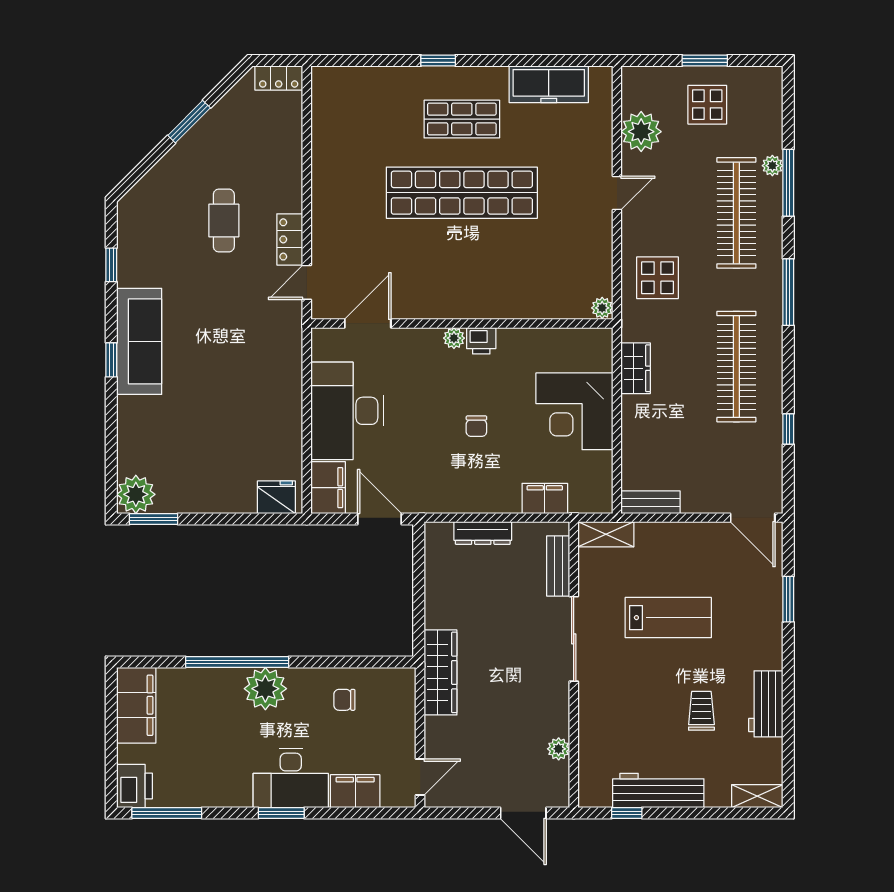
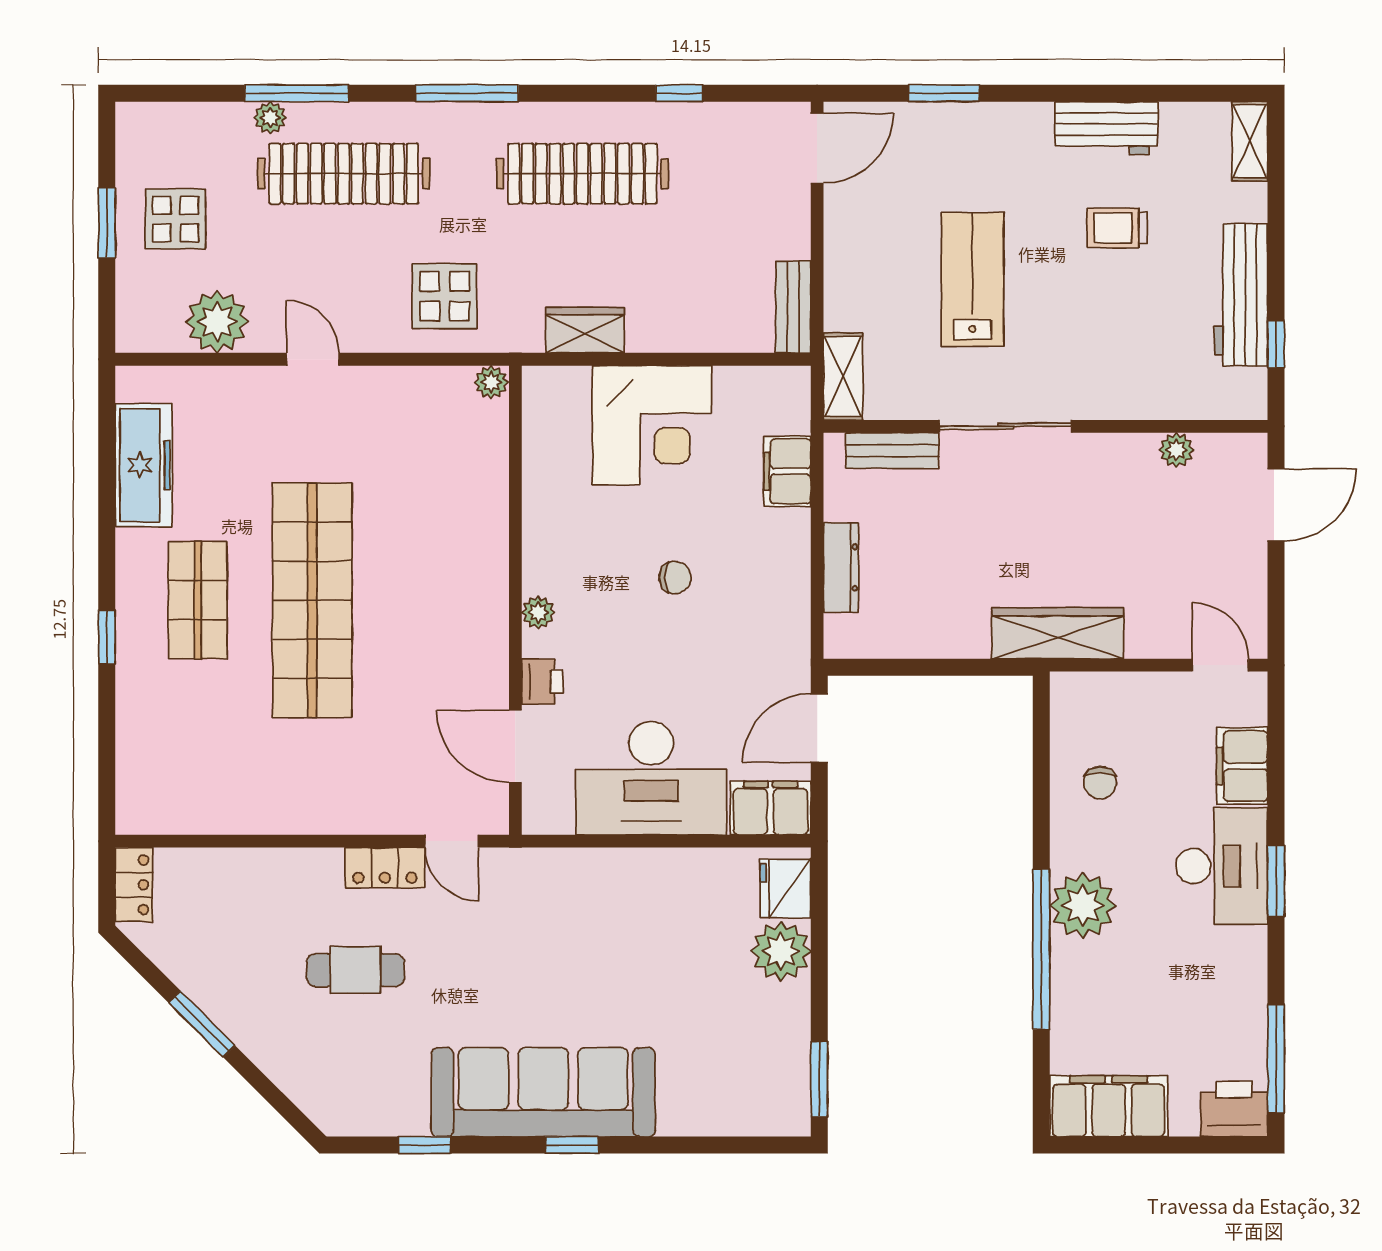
sofa: (139, 341) -> (543, 1092), width x1.36, depth x1.27
printer: (481, 341) -> (542, 682), moved
plant: (136, 494) -> (781, 951), moved

